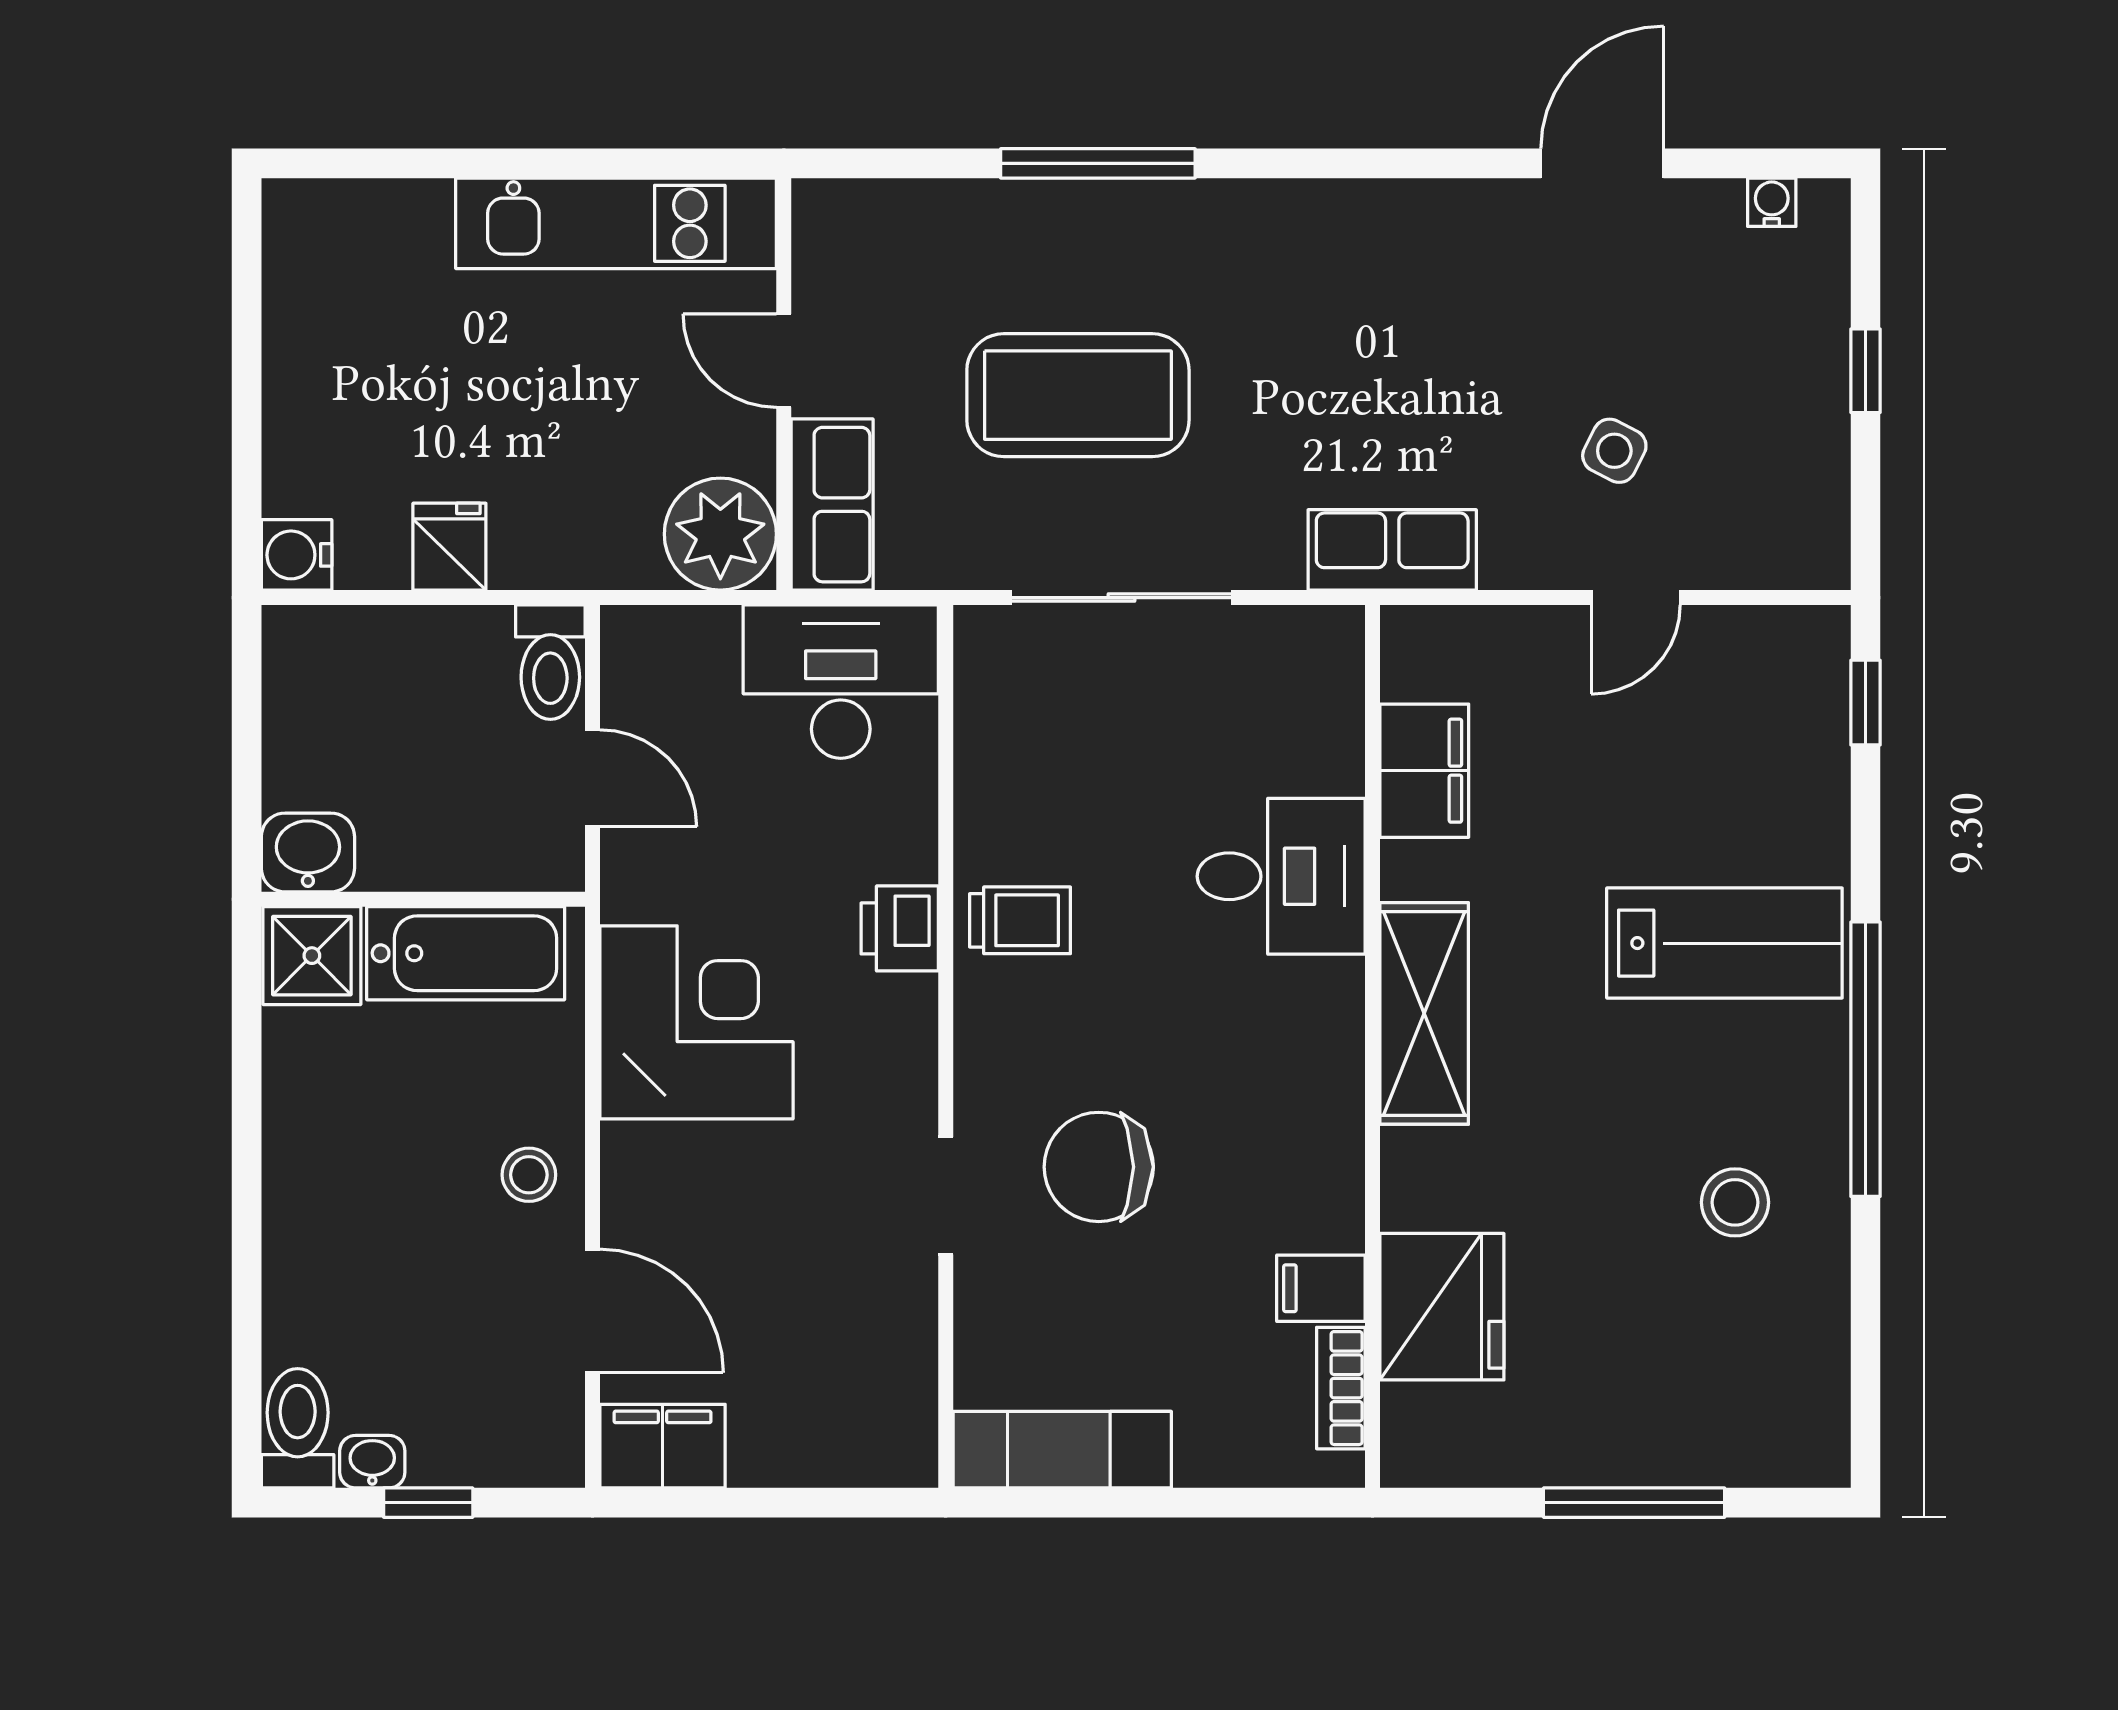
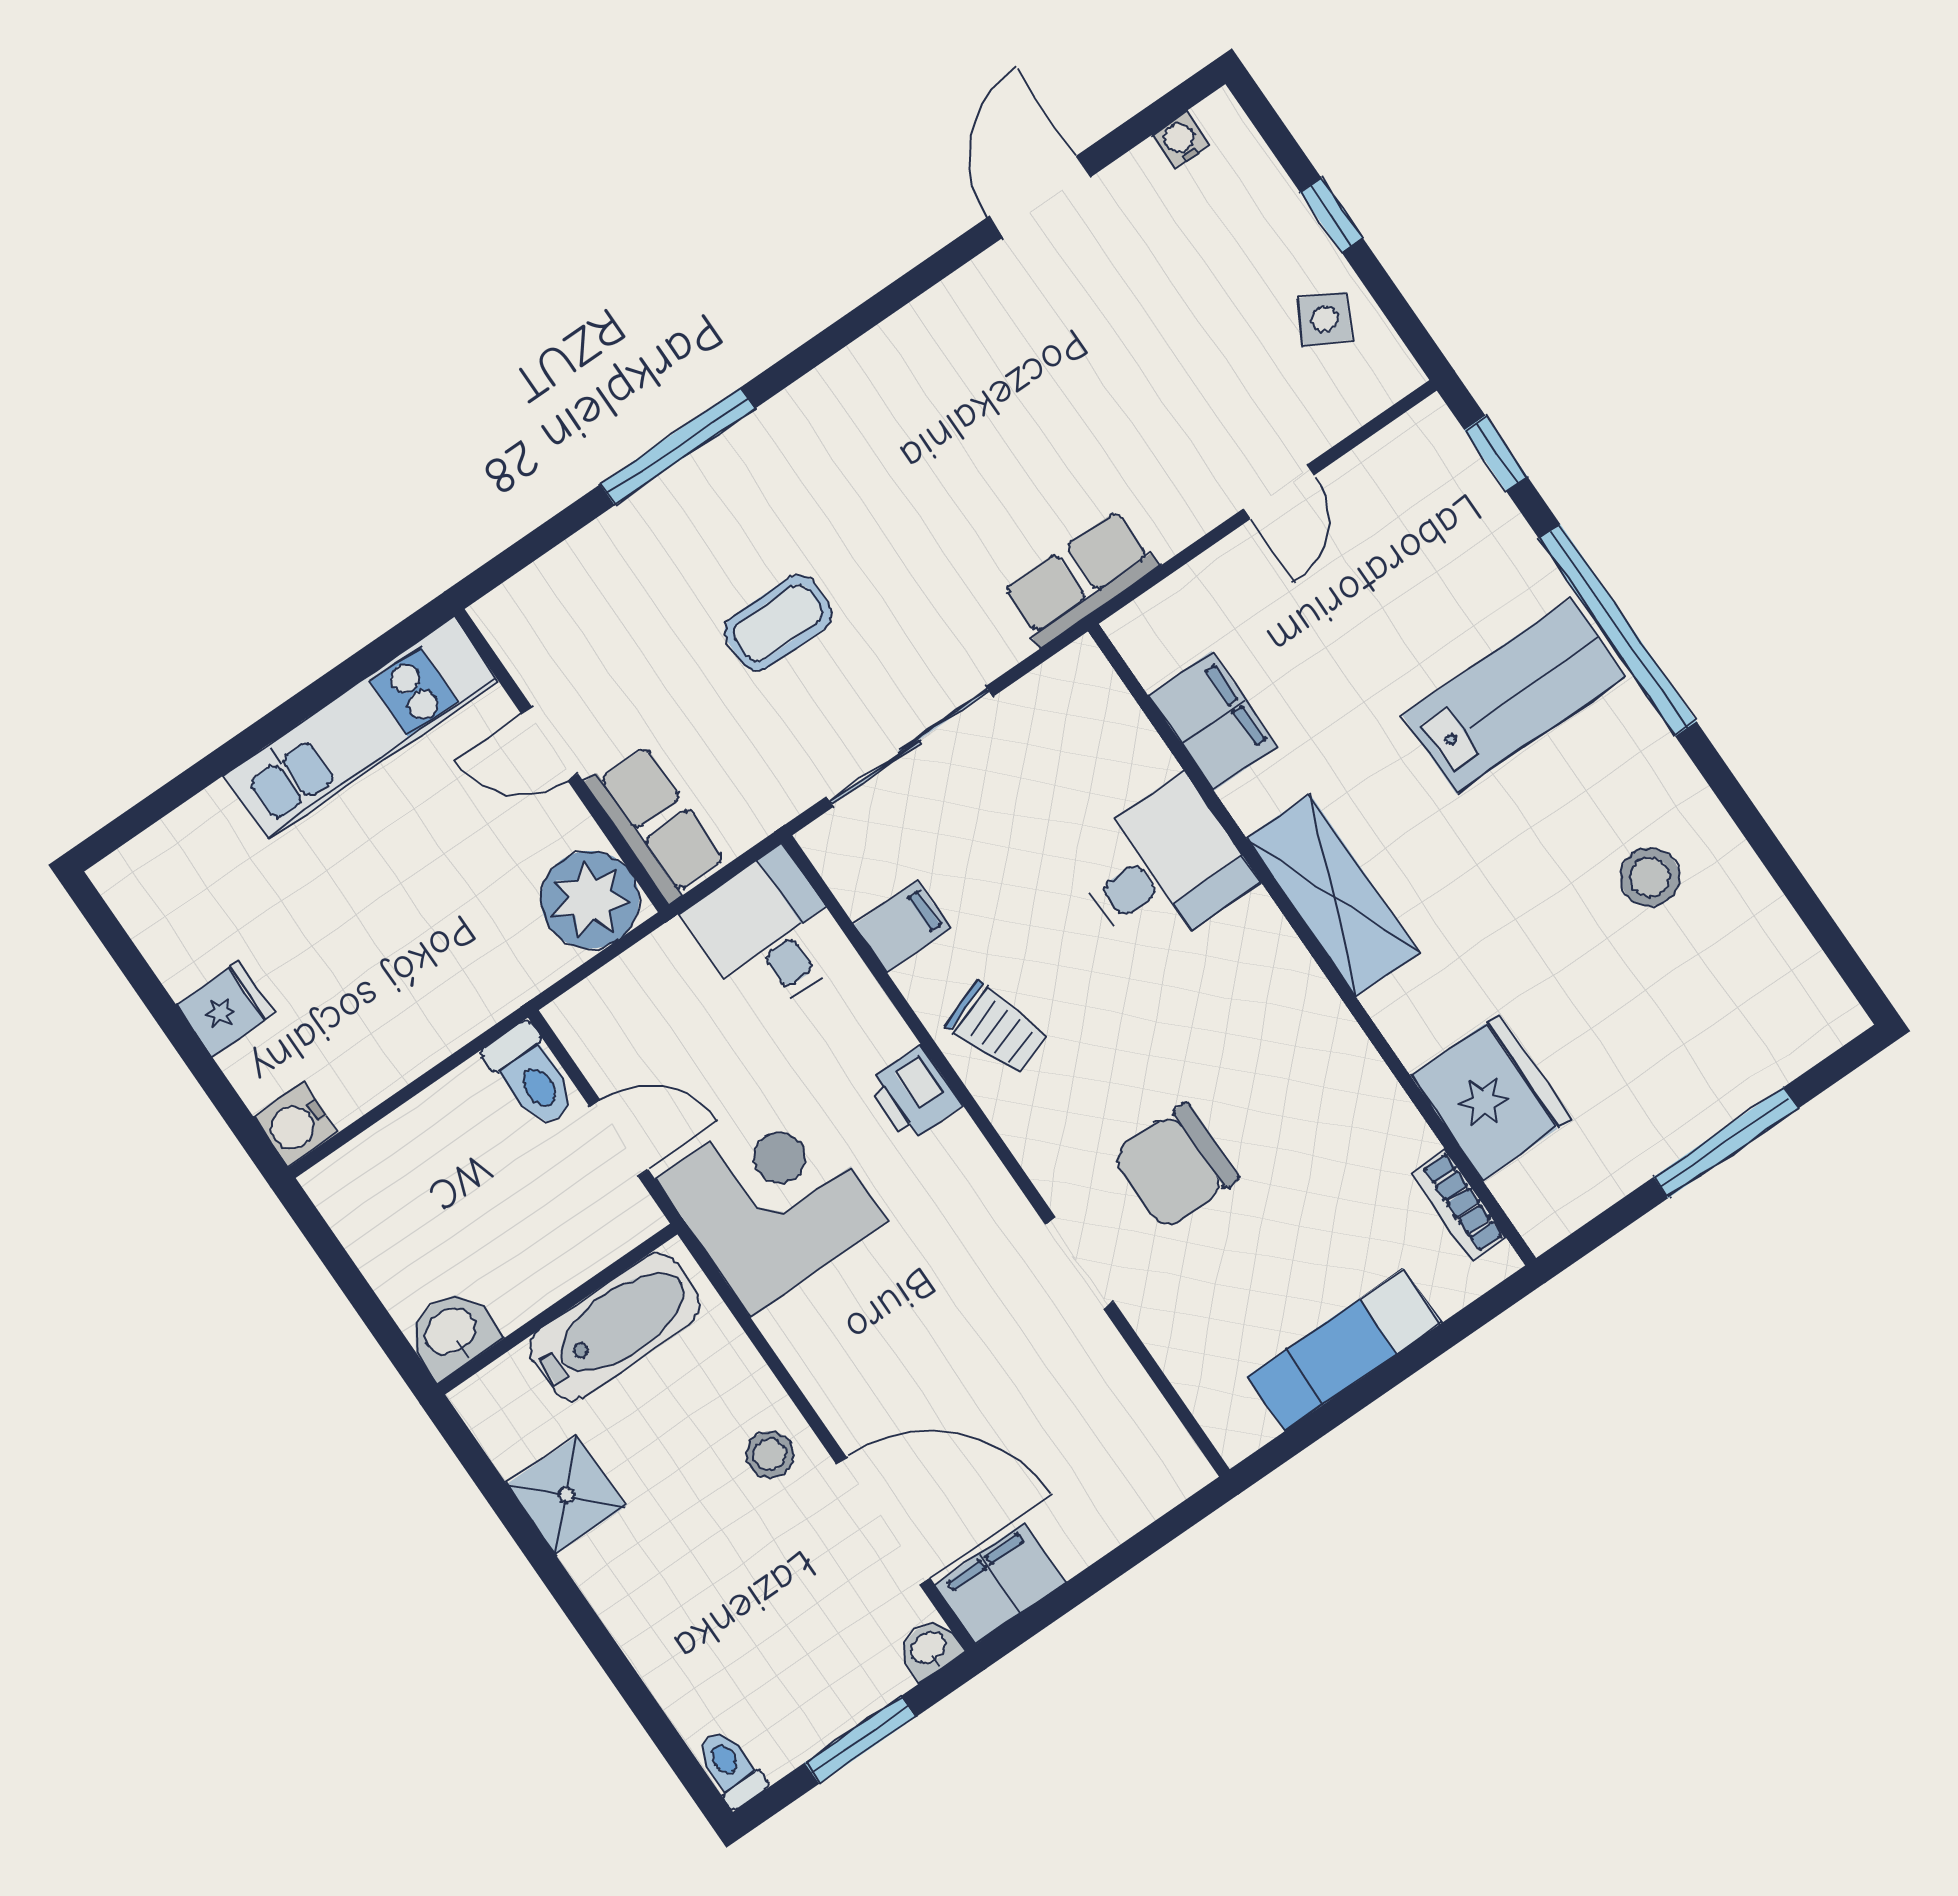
coffee table: (1078, 395) -> (778, 623), width x0.54, depth x0.58
side table: (1614, 451) -> (1325, 319), moved
fridge: (449, 547) -> (225, 1009), moved, turned 90
desk: (841, 682) -> (769, 933), width x0.73
trolley: (1020, 920) -> (997, 1029), turned 71
shower: (312, 956) -> (566, 1495), moved
corner desk: (696, 1022) -> (772, 1200), moved
window: (1865, 1059) -> (1618, 630), moved
filing cabinet: (1321, 1288) -> (902, 927), moved, turned 180
door: (592, 1311) -> (883, 1521), width x1.36
toilet: (298, 1428) -> (731, 1768), width x0.73, depth x0.72
exam couch: (1062, 1450) -> (1344, 1350), moved
washbasin: (372, 1462) -> (929, 1649), moved
window: (428, 1503) -> (860, 1740), width x1.50

